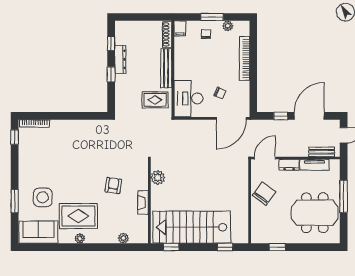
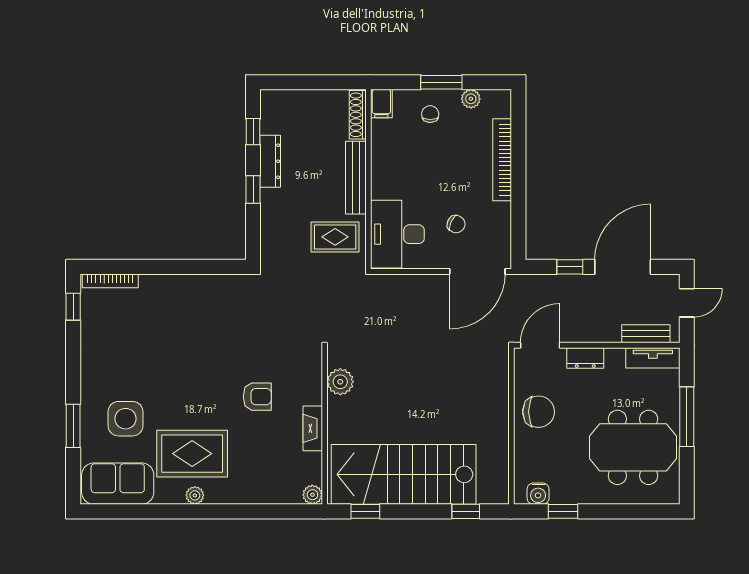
tv unit: (314, 165) -> (653, 358), moved
armchair: (113, 185) -> (257, 397), turned 82
chair: (264, 194) -> (539, 412), turned 54
plant: (123, 238) -> (312, 495), moved
water cooler: (264, 238) -> (538, 494), added

